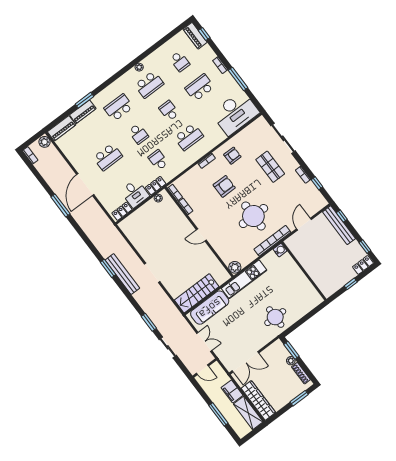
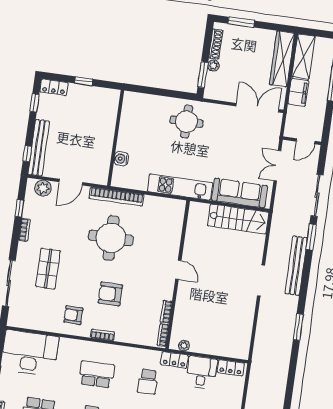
water cooler: (280, 250) -> (121, 159), moved
plant: (235, 267) -> (43, 188), moved
bench: (122, 274) -> (296, 266), moved
sliding door: (168, 347) -> (317, 195), width x1.37
door: (202, 370) -> (306, 141), swing flipped

